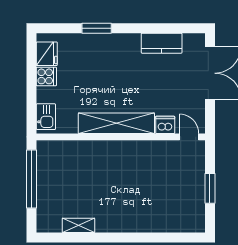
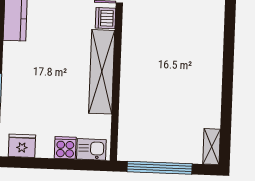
cooker: (46, 76) -> (65, 148), moved
shelving: (78, 225) -> (212, 147), moved

